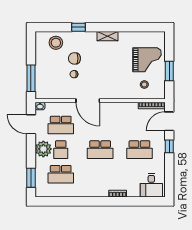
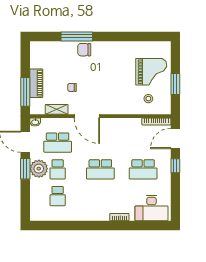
window: (78, 27) -> (77, 36), width x2.17
shelving: (107, 36) -> (57, 109), moved
stool: (56, 43) -> (52, 53), removed
chair: (74, 58) -> (84, 50), moved
piano: (41, 70) -> (36, 83), added
school desk: (61, 174) -> (58, 196), width x0.54
window: (31, 178) -> (25, 169), moved
desk: (151, 185) -> (151, 208), width x1.37

